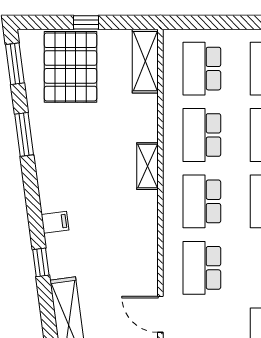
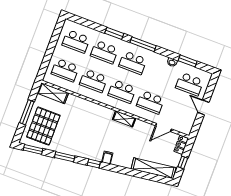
window: (86, 22) -> (27, 112), width x2.17
pallet: (71, 67) -> (43, 126), turned 90
shelving: (148, 166) -> (124, 119), moved
window: (41, 262) -> (94, 164), moved

